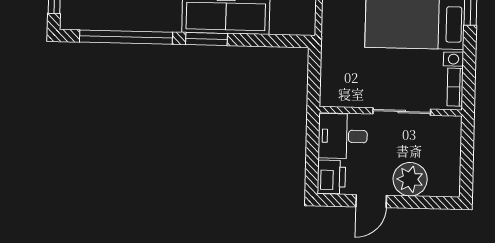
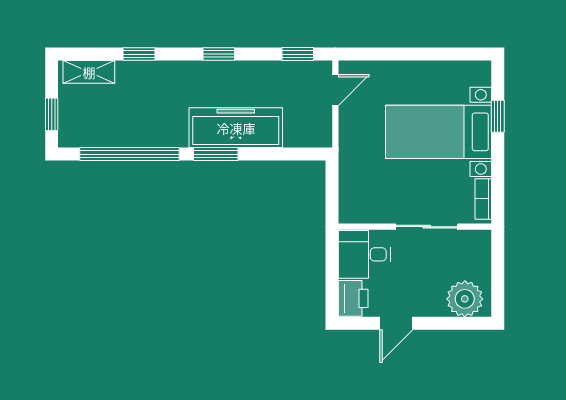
plant: (410, 179) -> (465, 299), moved

